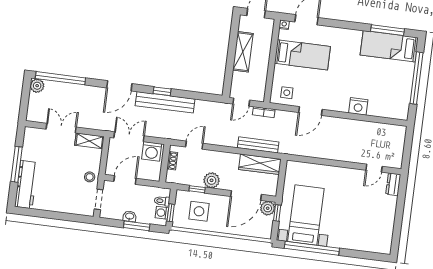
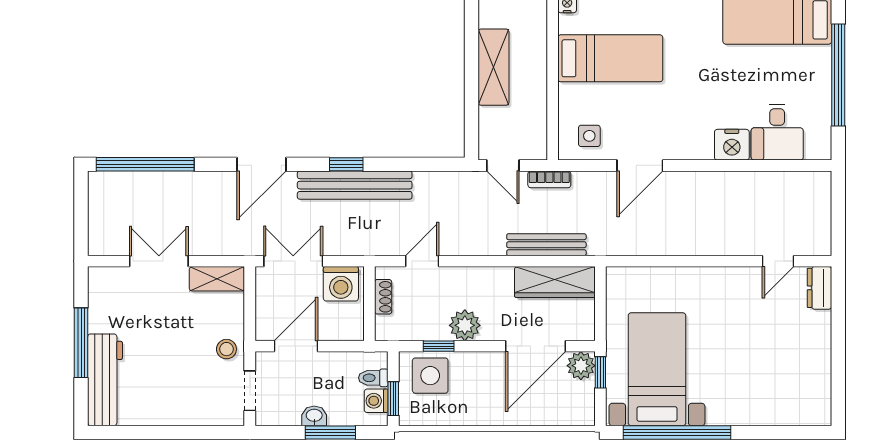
plant: (37, 86) -> (101, 185), removed
door: (241, 102) -> (503, 165), hinge flipped
desk: (382, 103) -> (777, 132), added
side table: (199, 211) -> (430, 376), moved

